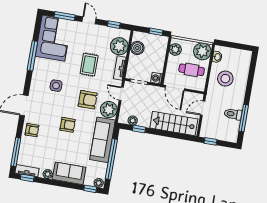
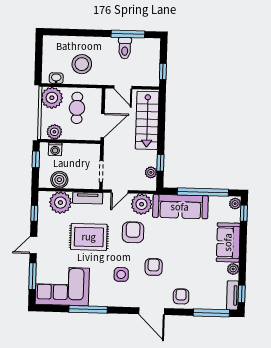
rug: (89, 65) -> (89, 237), width x1.36, depth x1.43
washing machine: (156, 78) -> (55, 149), moved
armchair: (68, 125) -> (154, 267), moved

